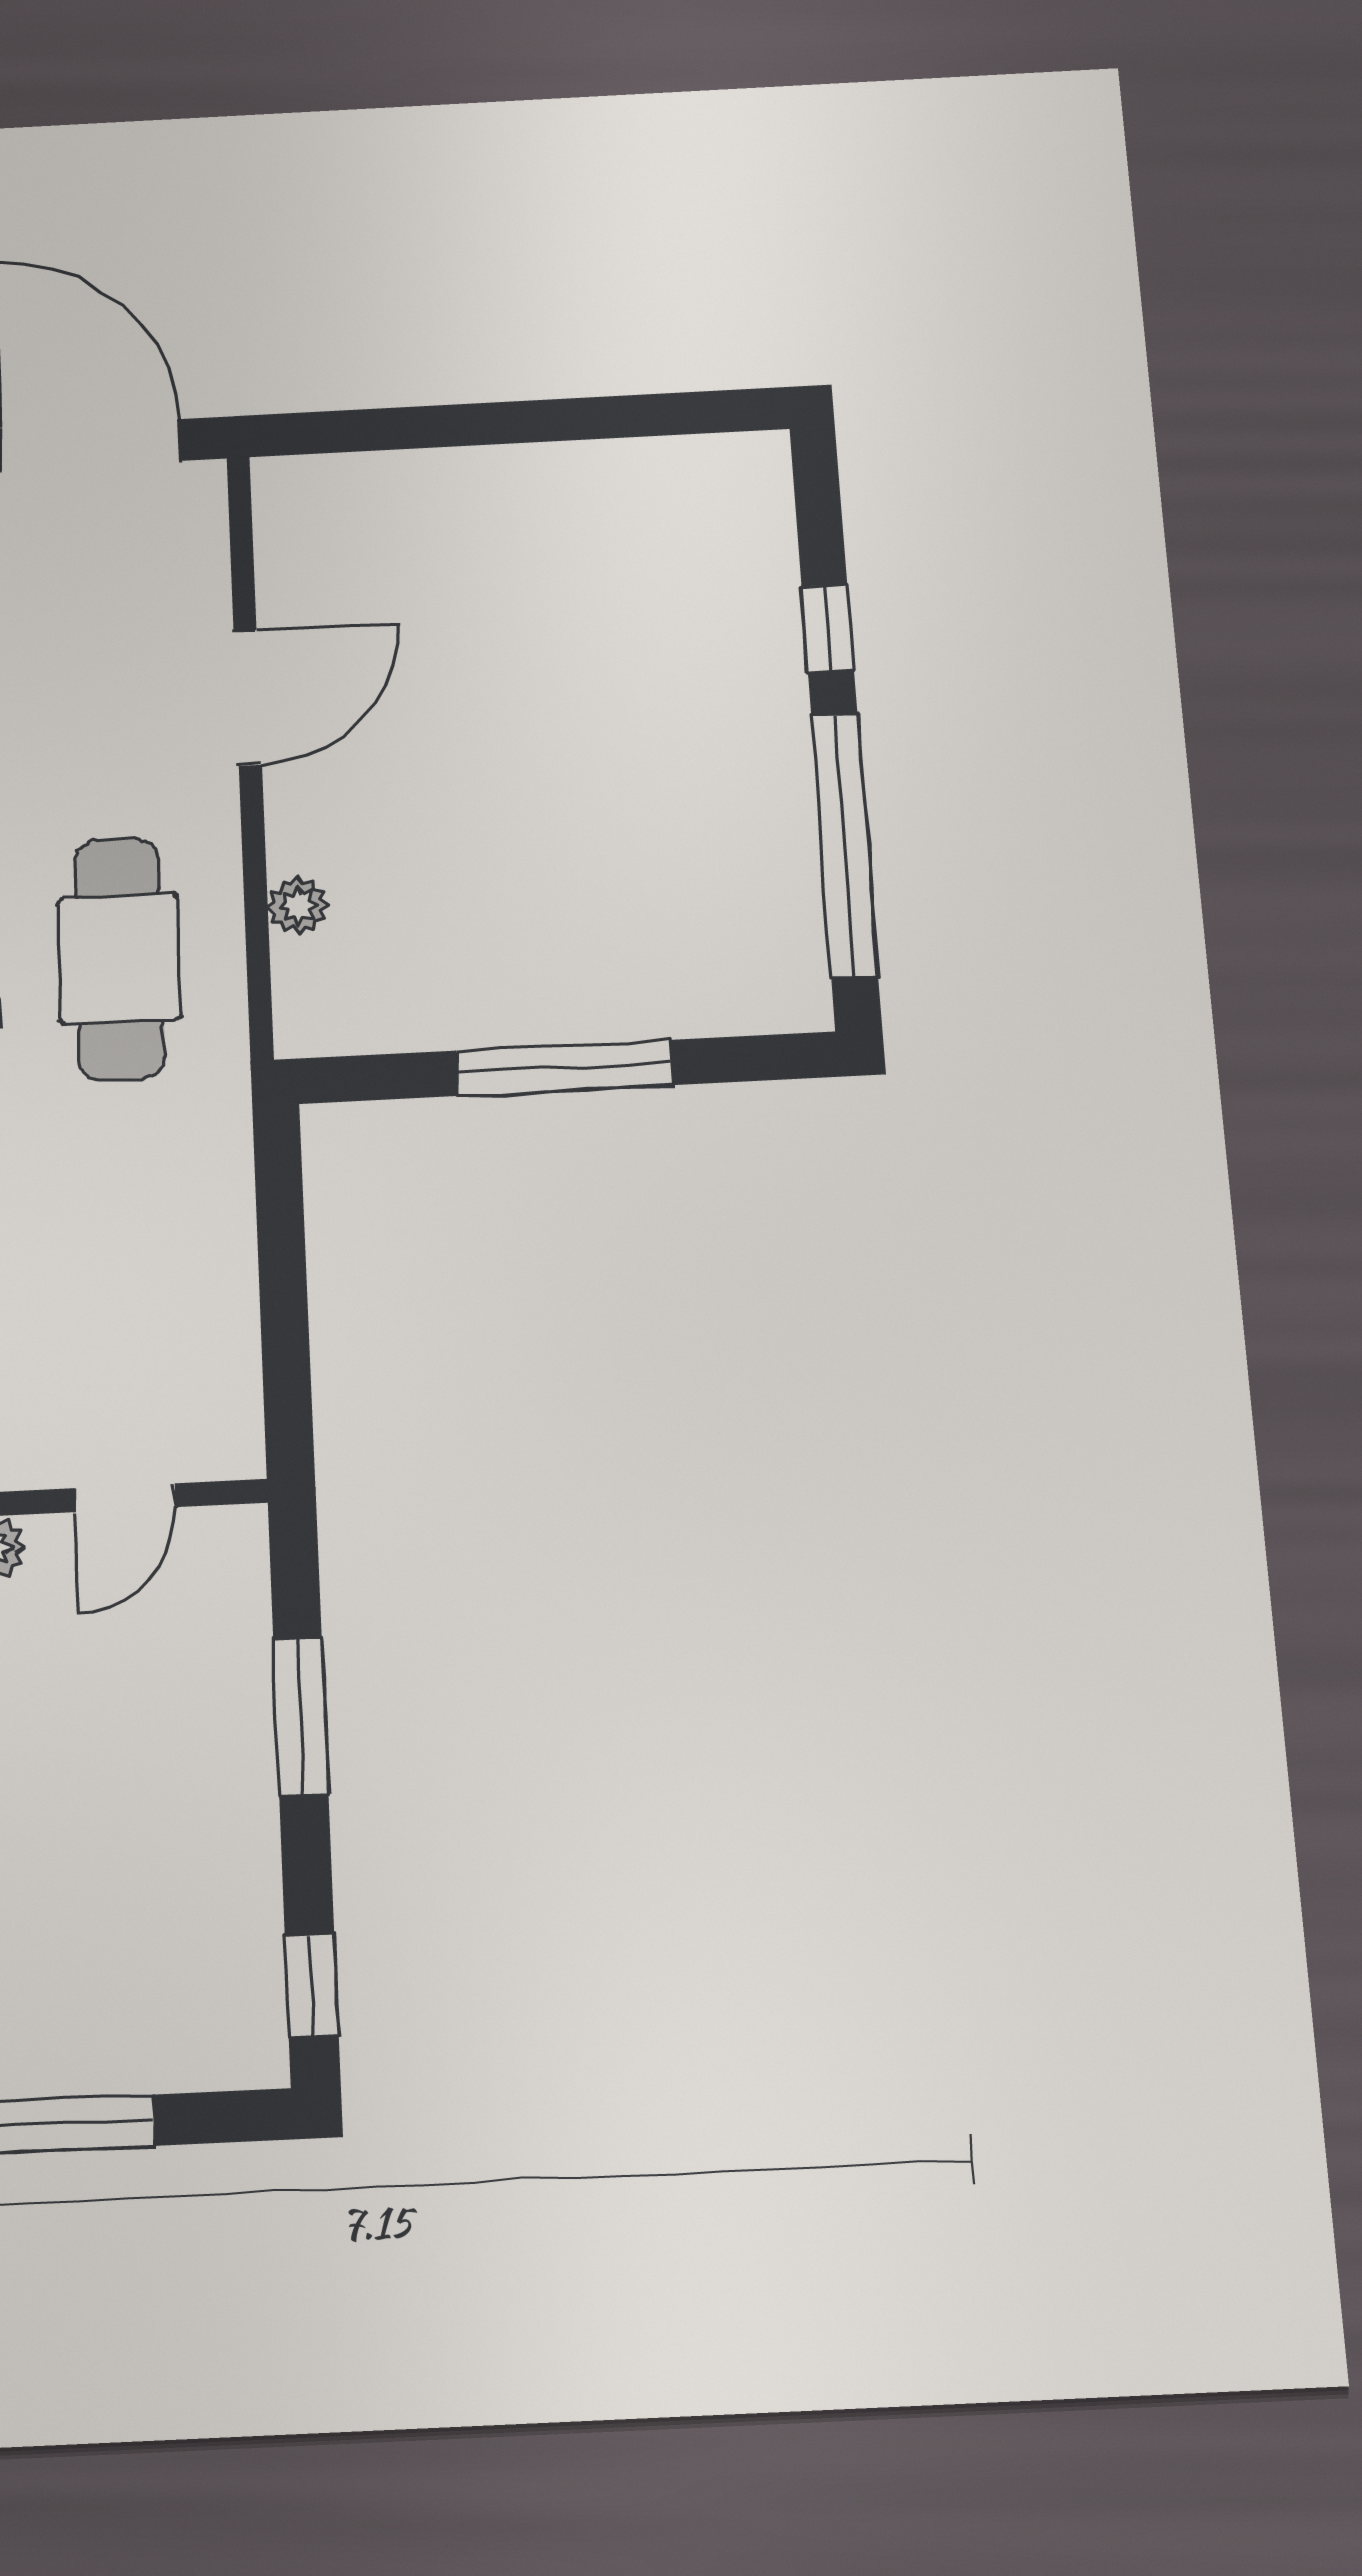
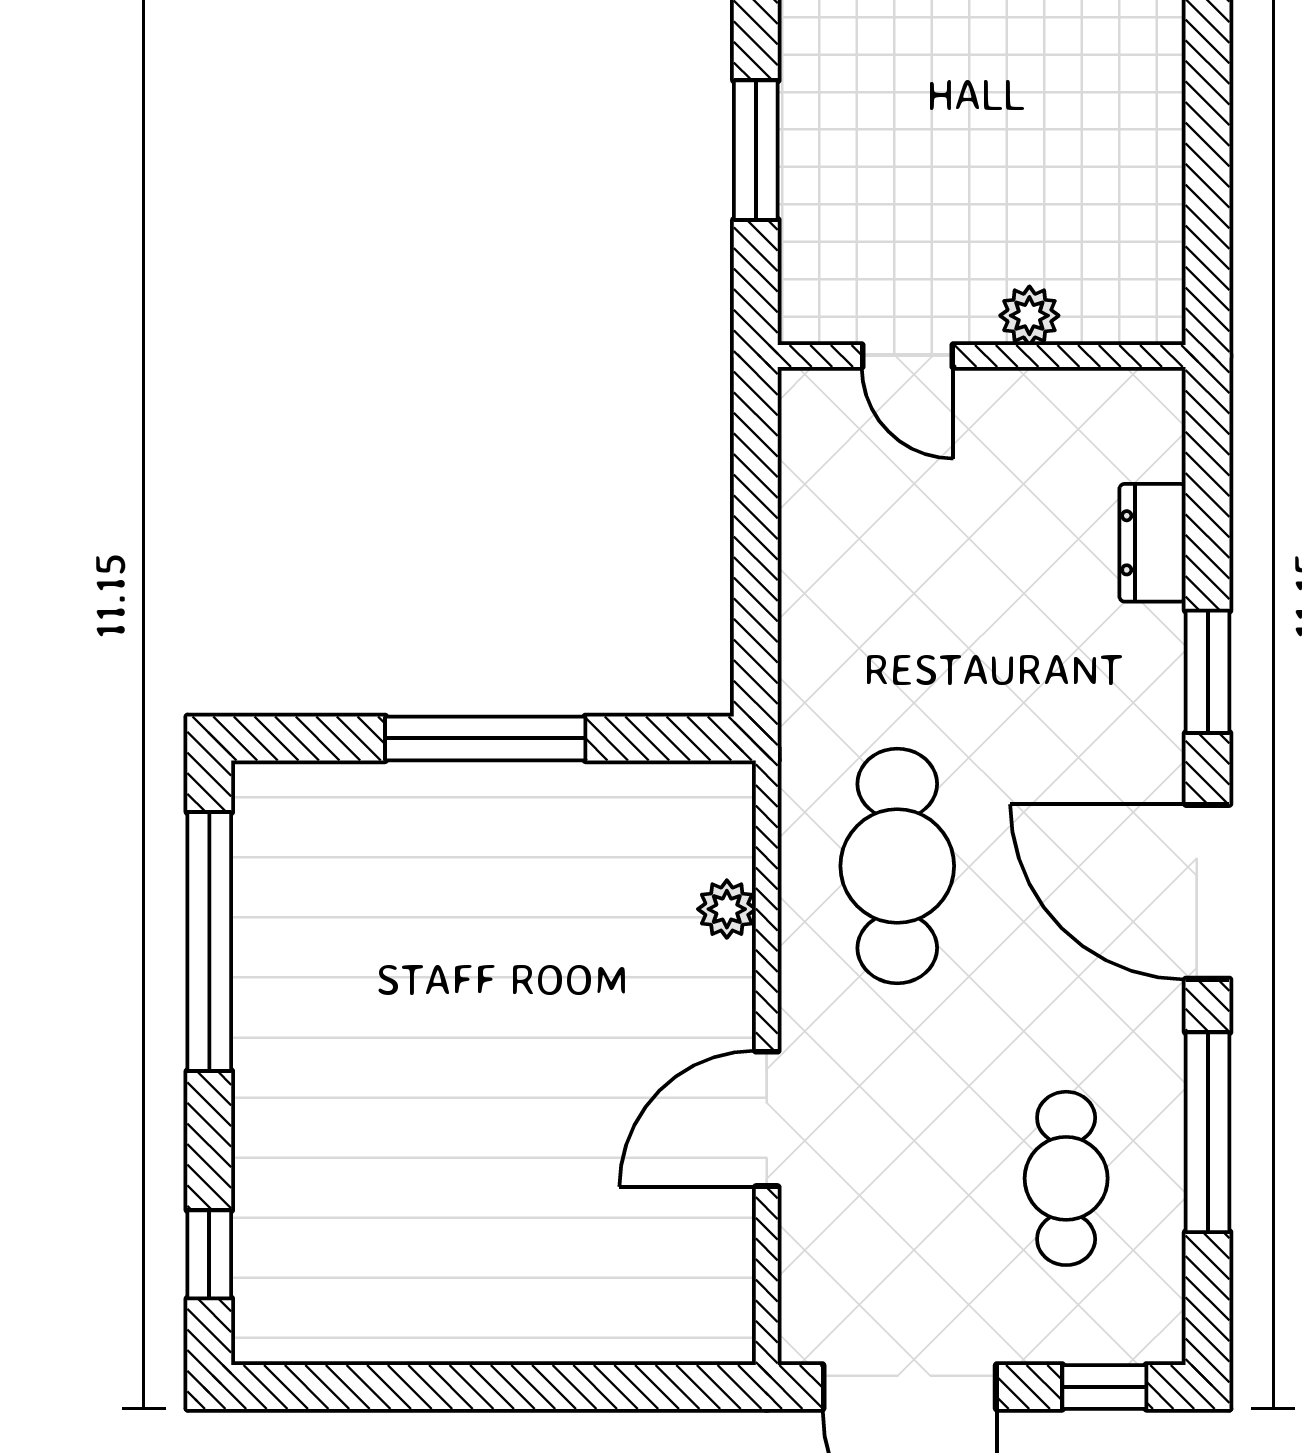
window: (828, 629) -> (209, 1254), moved
door: (125, 1498) -> (908, 356), swing flipped

